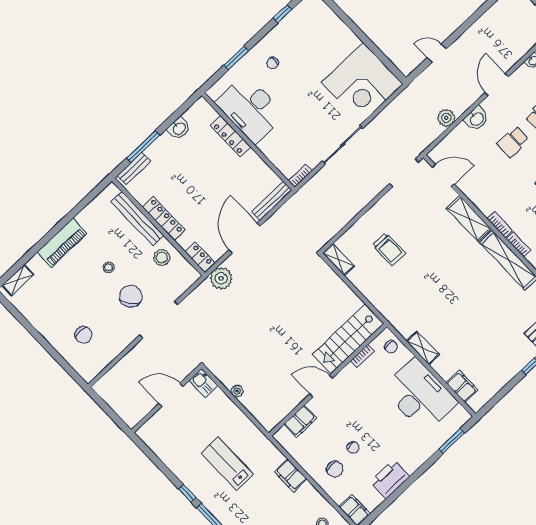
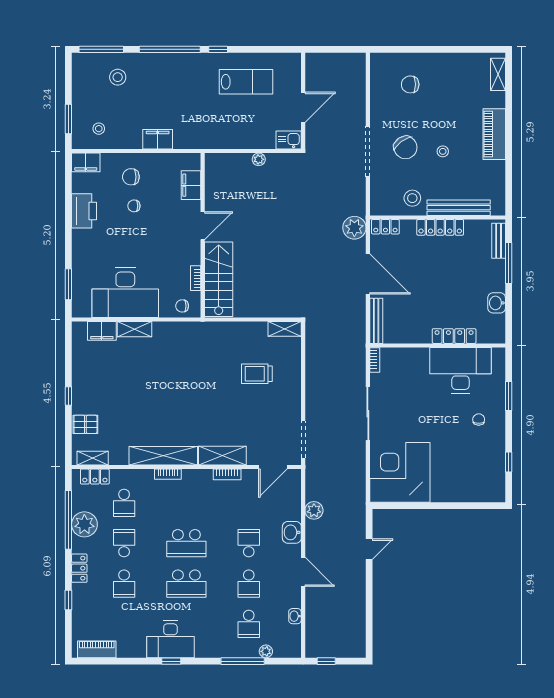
bookcase: (500, 225) -> (227, 474), moved
shelving: (423, 348) -> (134, 329), moved
lab bench: (227, 464) -> (246, 82), moved

